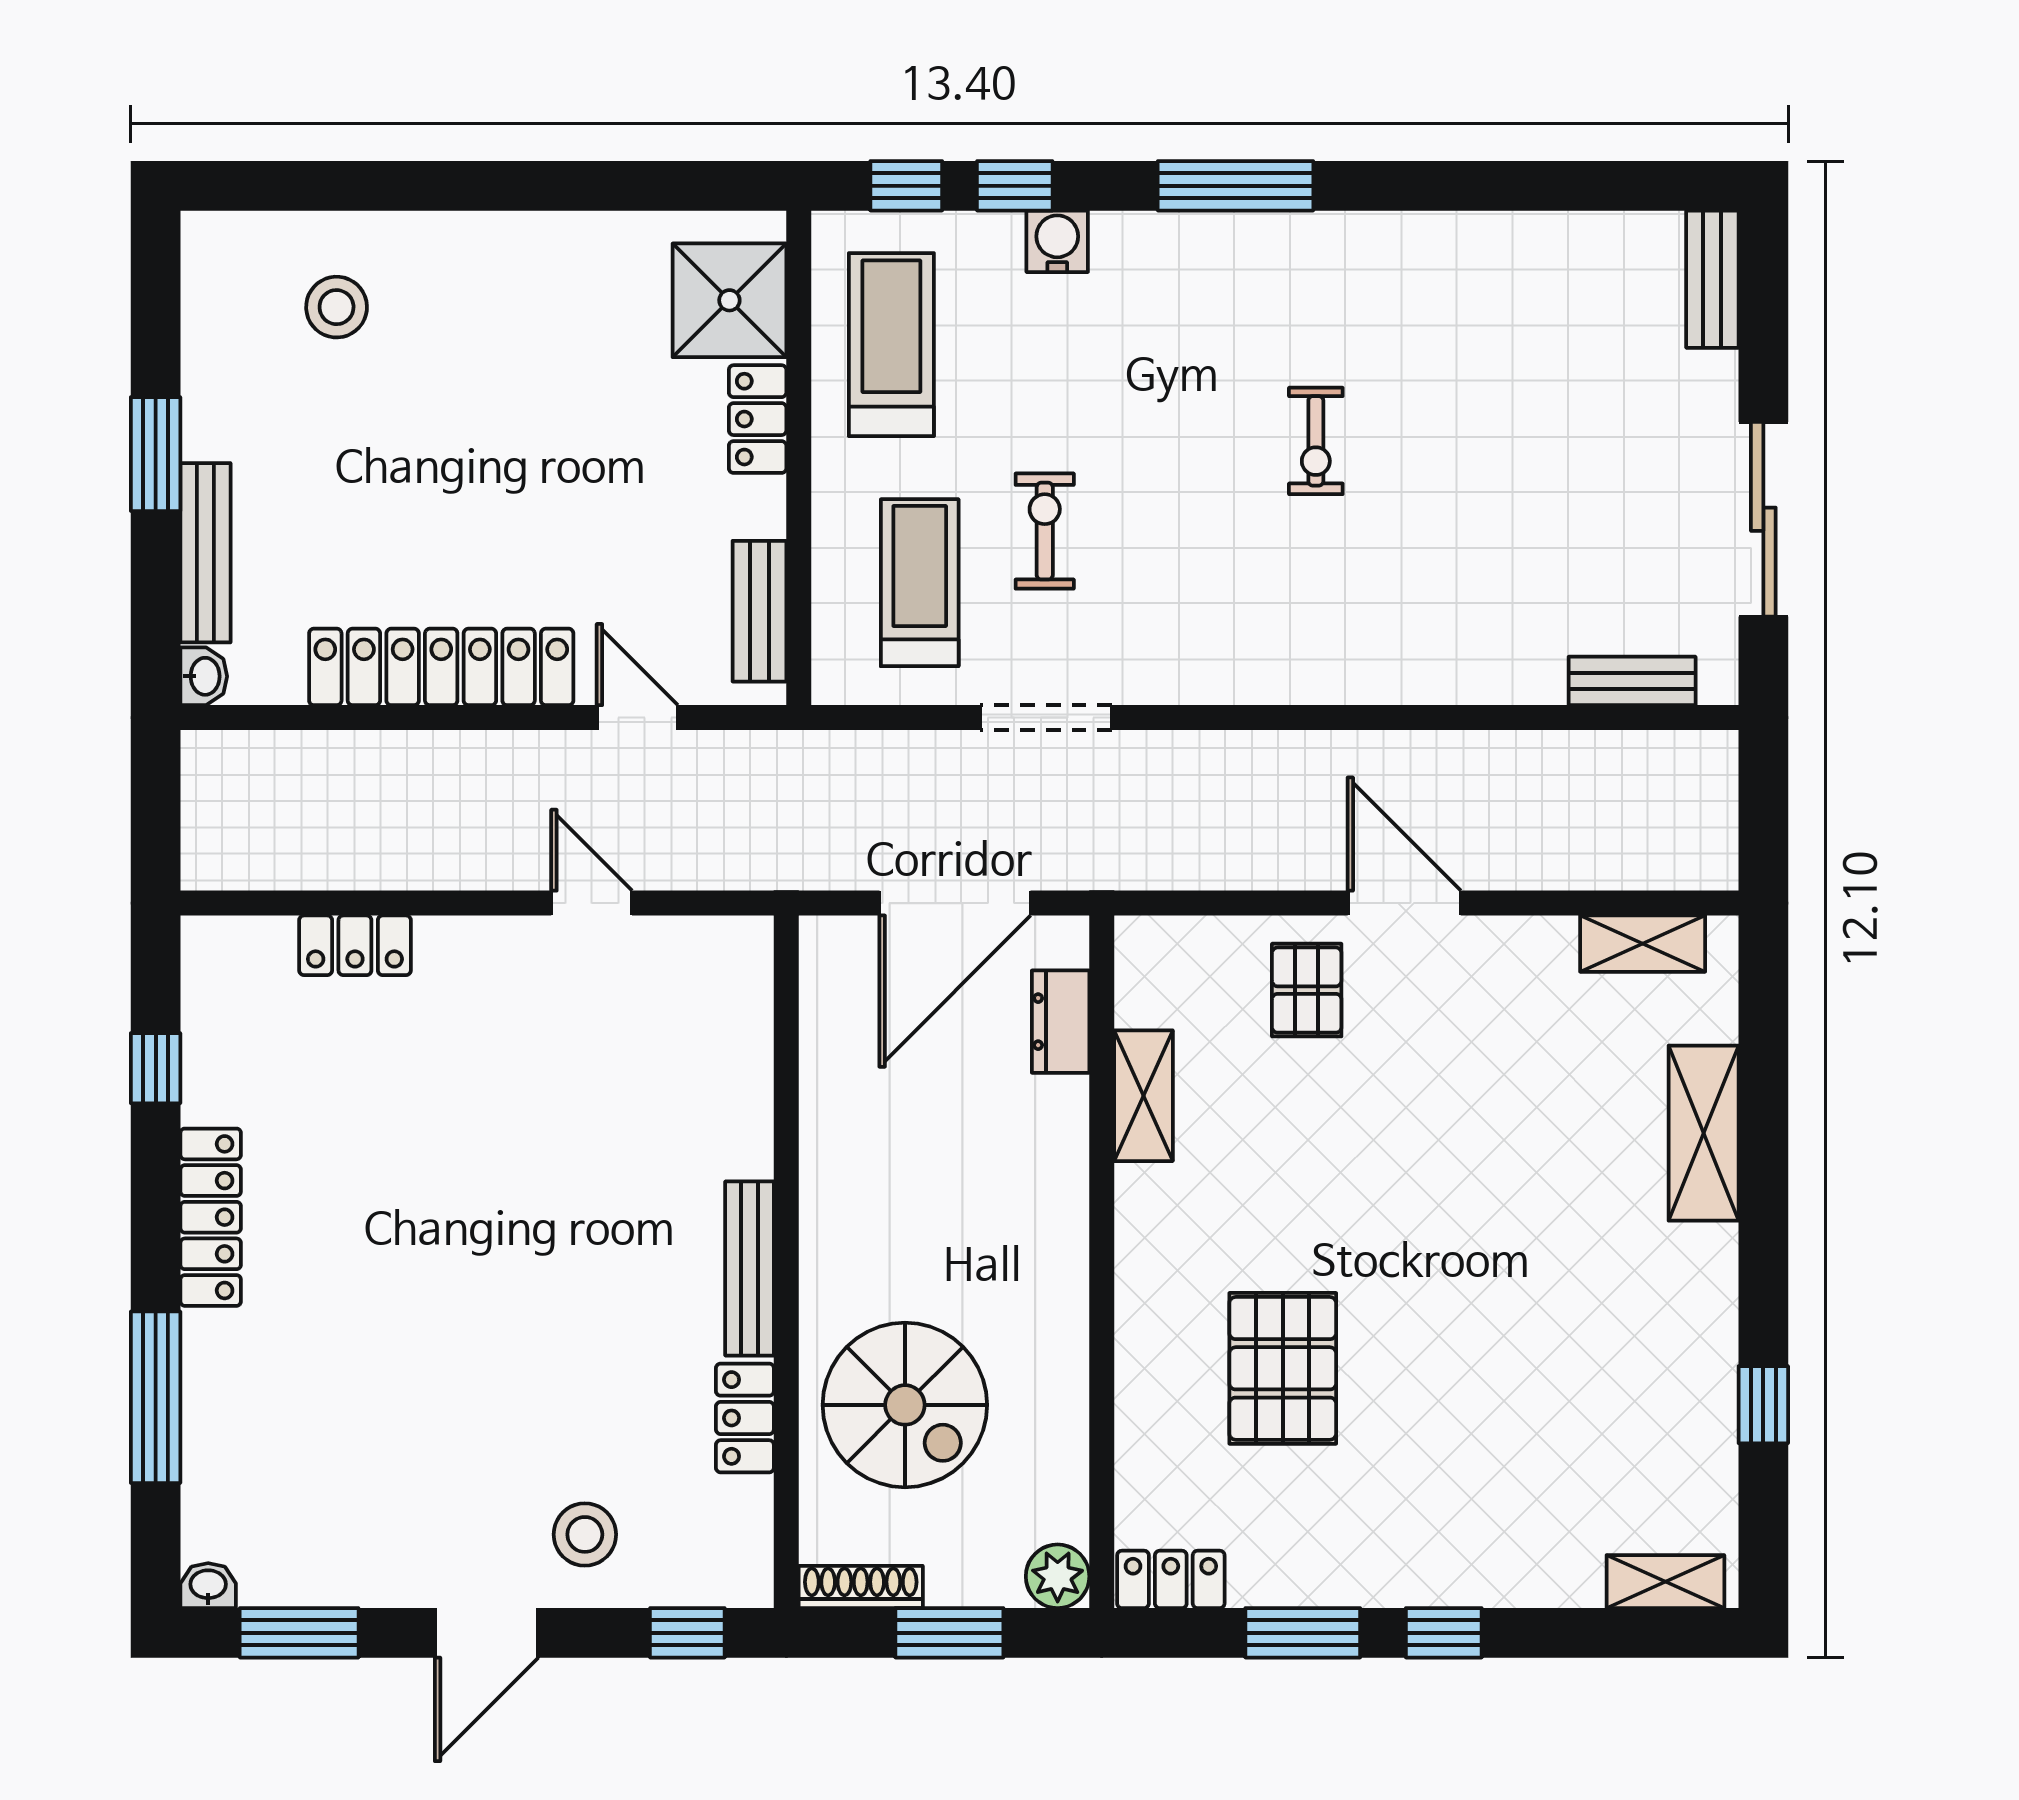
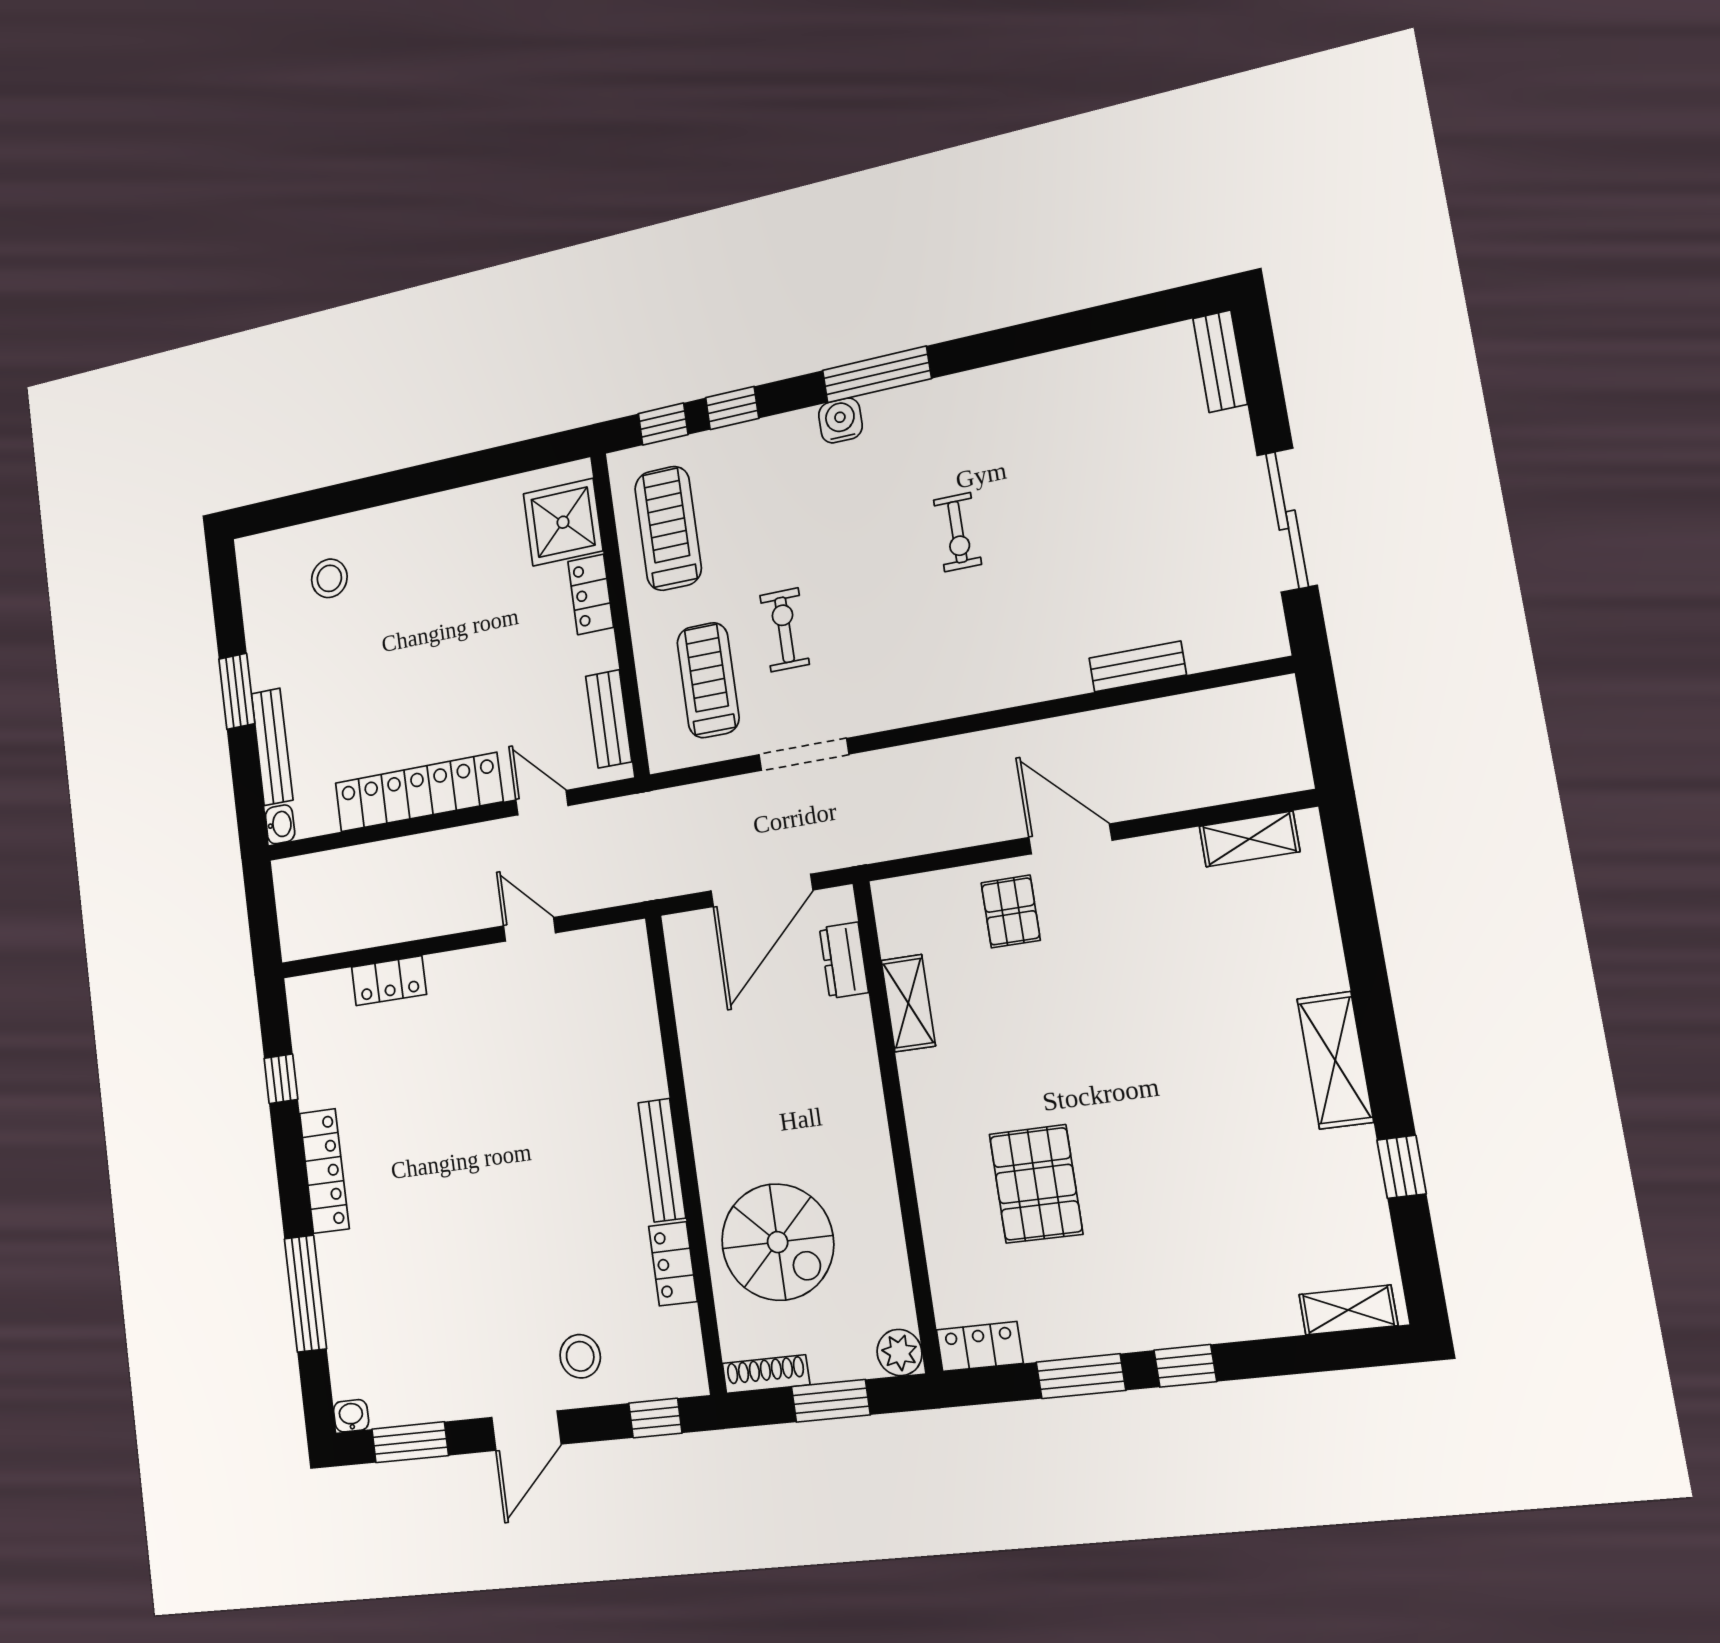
water cooler: (1057, 241) -> (840, 420), moved
bench: (1632, 681) -> (1138, 667), moved
shelving: (1704, 1133) -> (1335, 1060), moved

